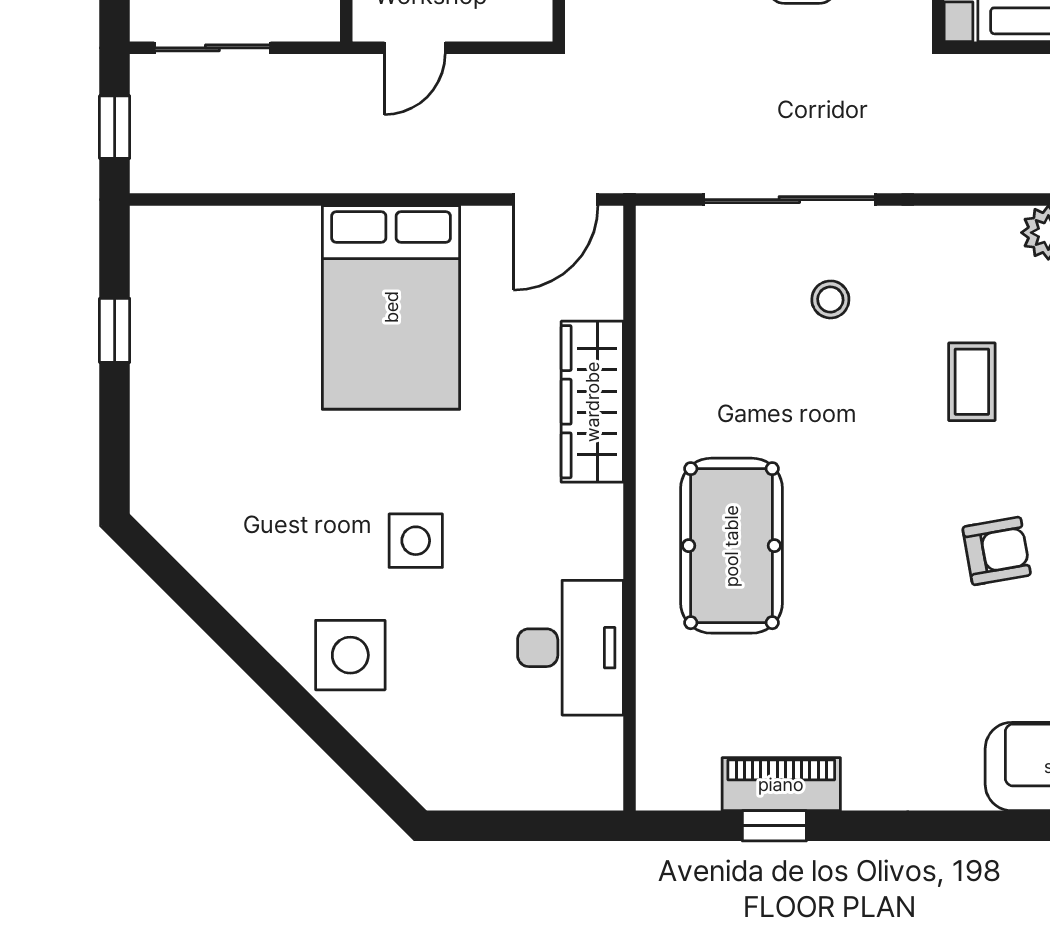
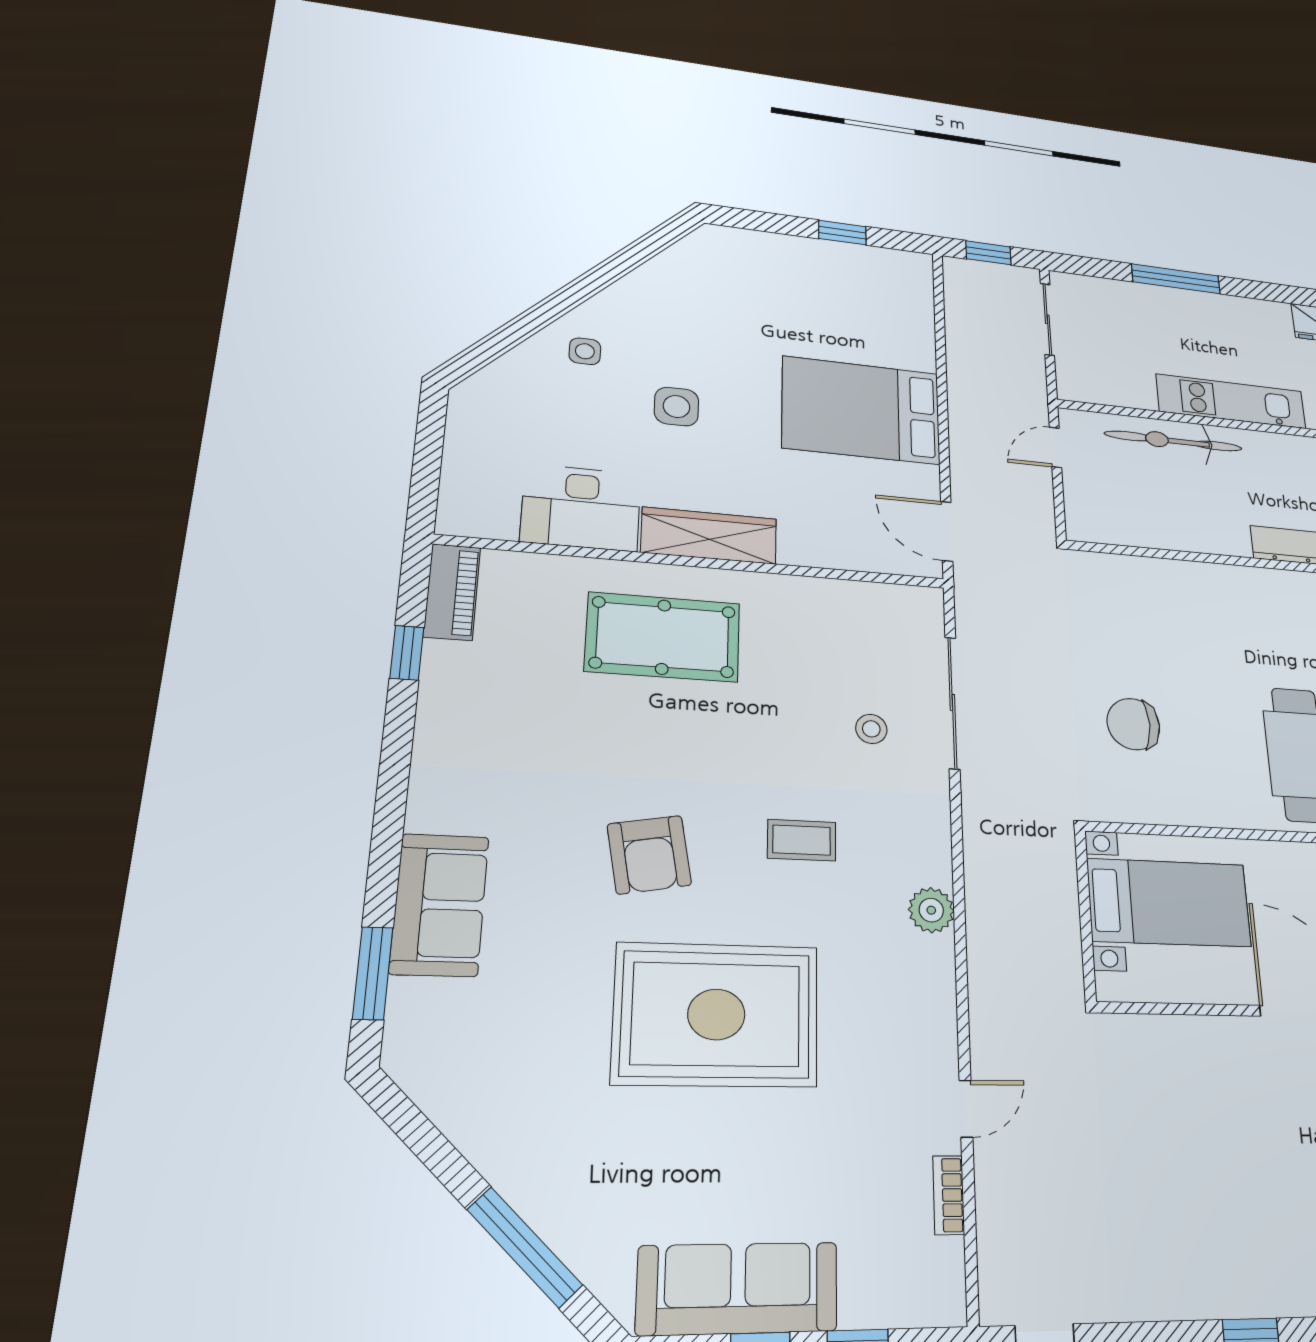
door: (415, 48) -> (1055, 447), hinge flipped
wardrobe: (592, 402) -> (709, 536), moved
armchair: (997, 551) -> (649, 855), width x1.38, depth x1.38
side table: (350, 655) -> (585, 351), width x0.54, depth x0.54
piano: (781, 784) -> (452, 592), moved

